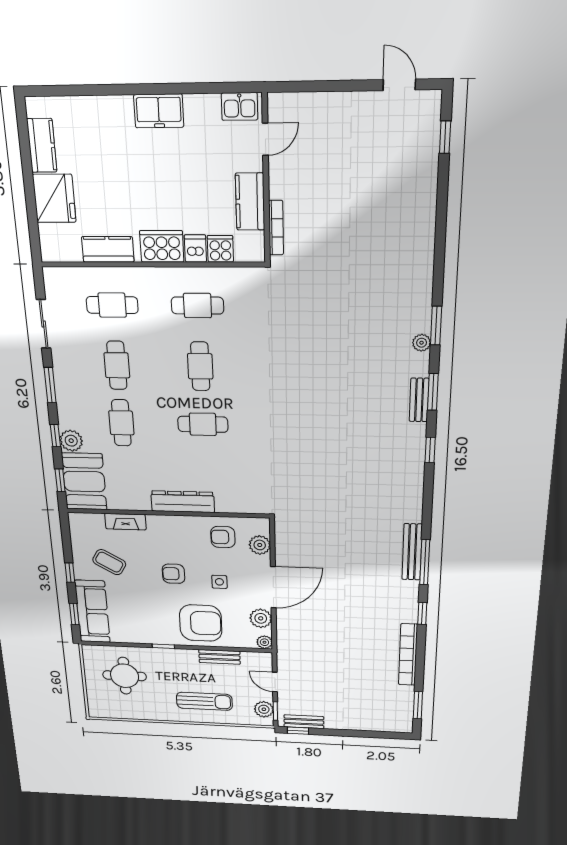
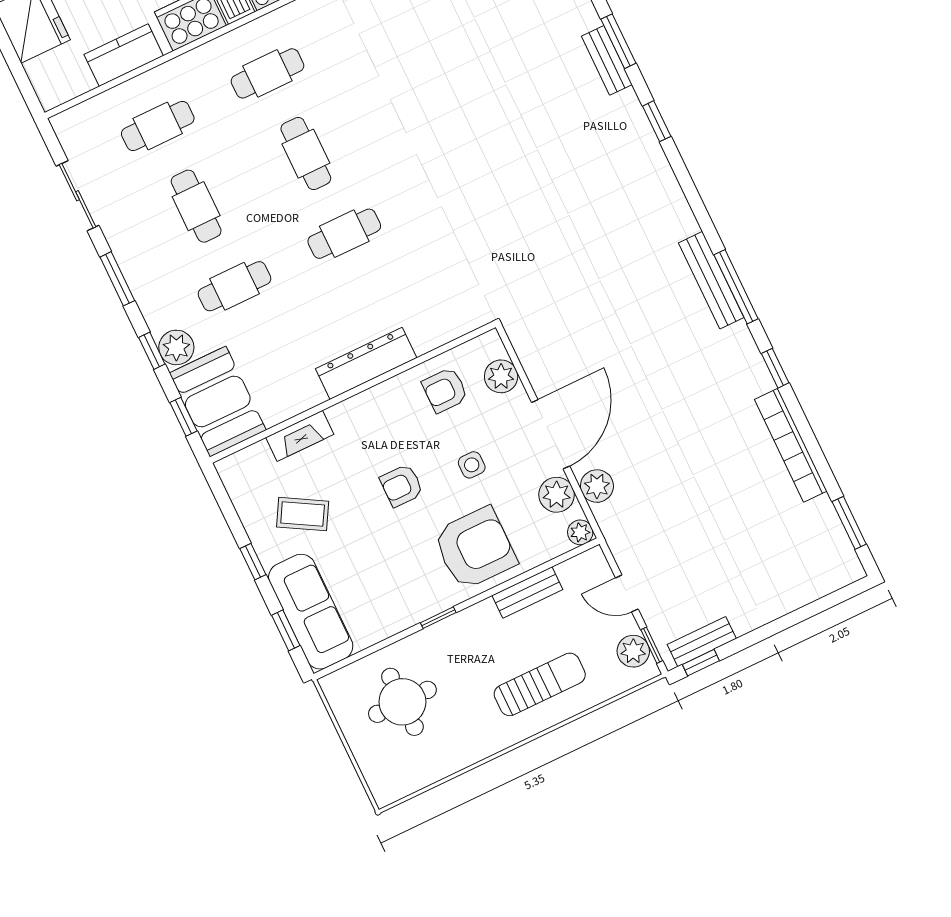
cafe table: (121, 423) -> (234, 286), turned 90
plant: (286, 625) -> (597, 486), added

